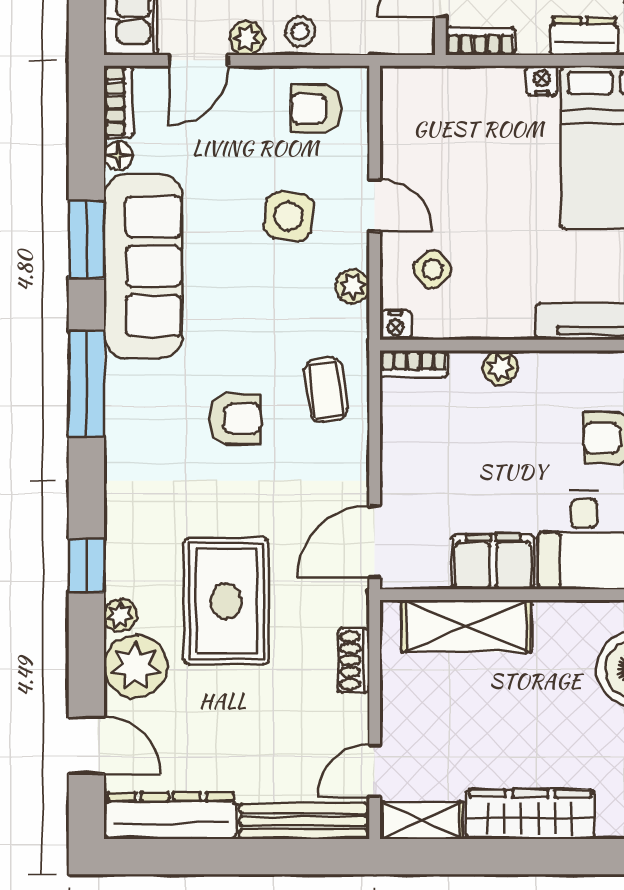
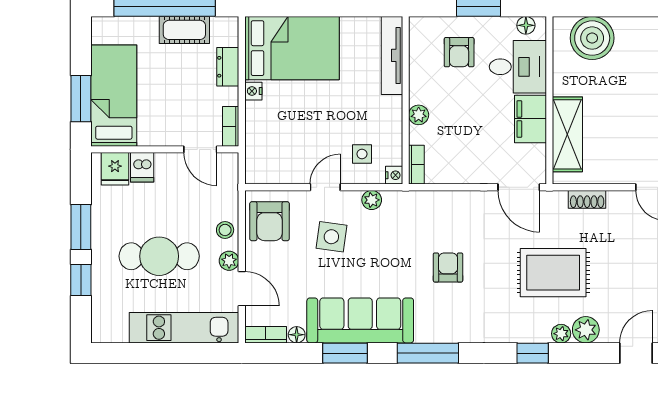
armchair: (316, 109) -> (270, 221), width x1.38, depth x1.38
side table: (432, 269) -> (362, 154), turned 38
coffee table: (326, 390) -> (431, 215), removed
plant: (135, 667) -> (586, 330), width x0.73, depth x0.73

